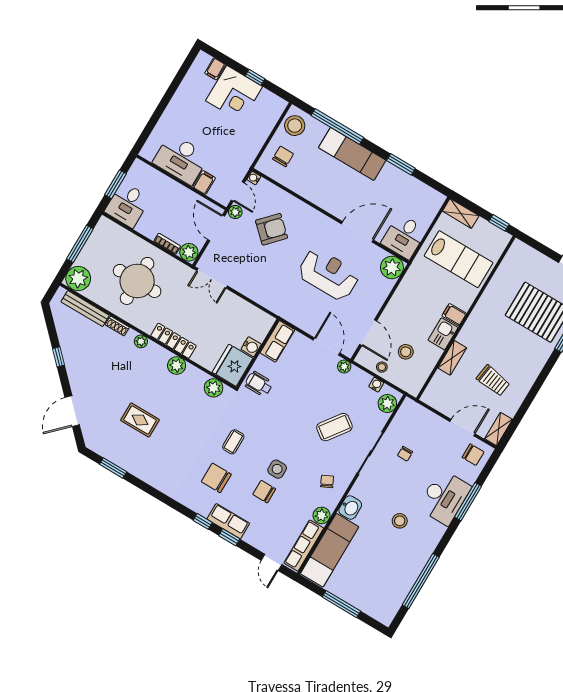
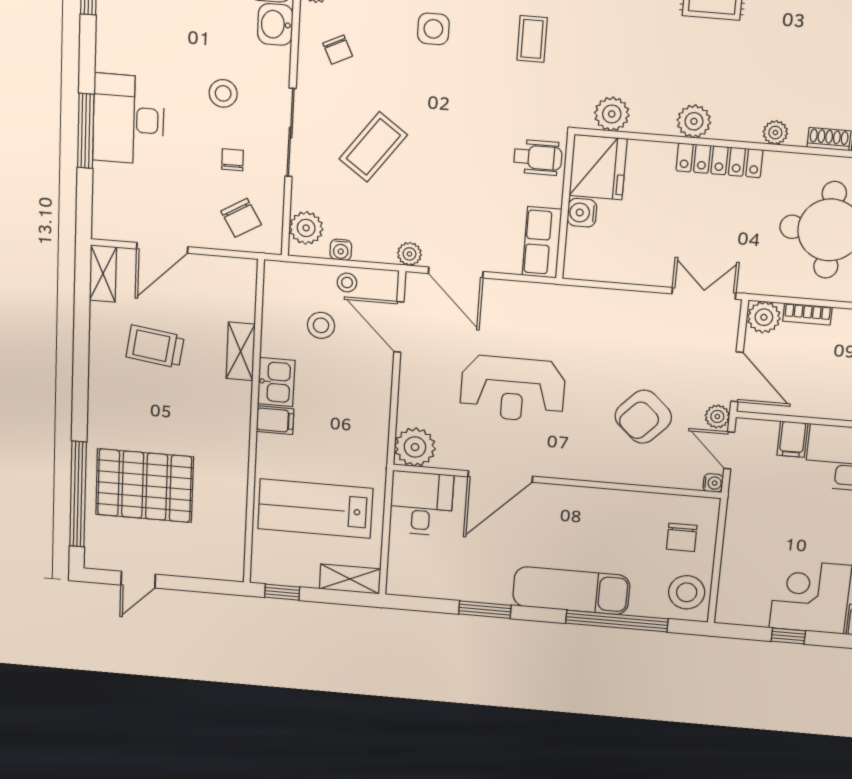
chair: (473, 455) -> (241, 218), moved, turned -121
stool: (400, 521) -> (223, 93), moved

